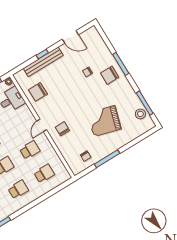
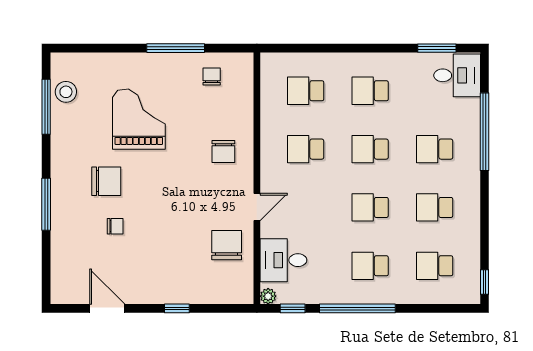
bench: (43, 62) -> (184, 293), removed
chair: (110, 75) -> (106, 181), moved
chair: (38, 92) -> (227, 245), turned -90
grand piano: (104, 121) -> (139, 119), turned -106
door: (42, 125) -> (257, 207), moved

